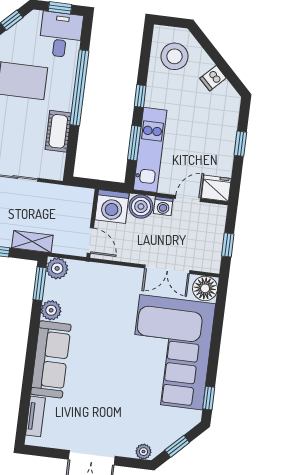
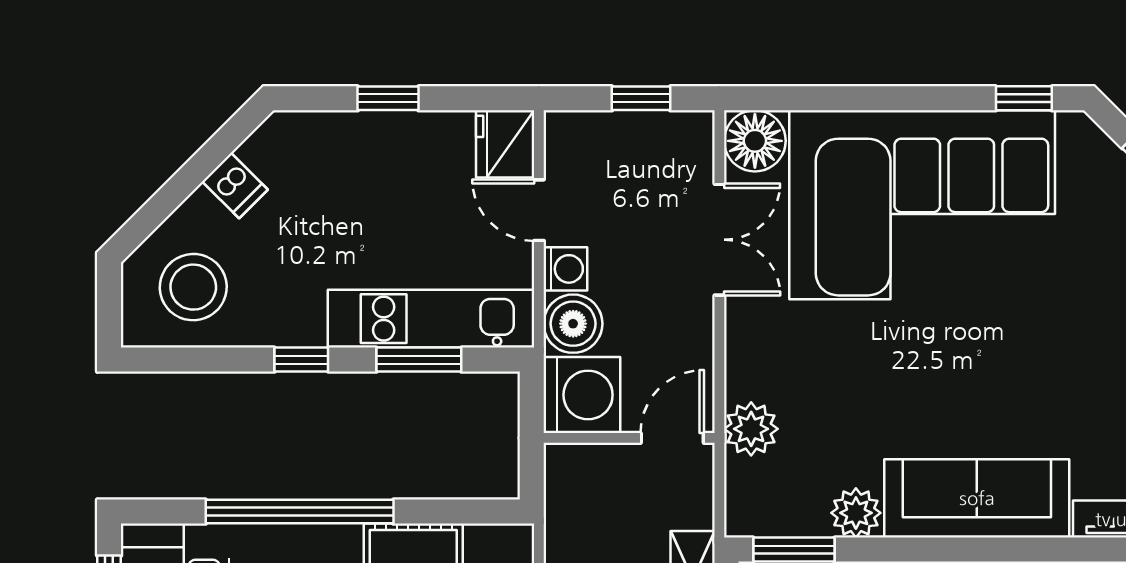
plant: (57, 268) -> (751, 429), moved

